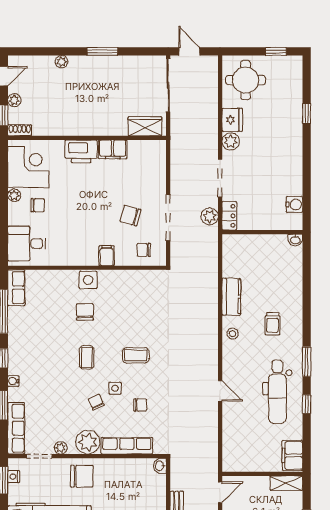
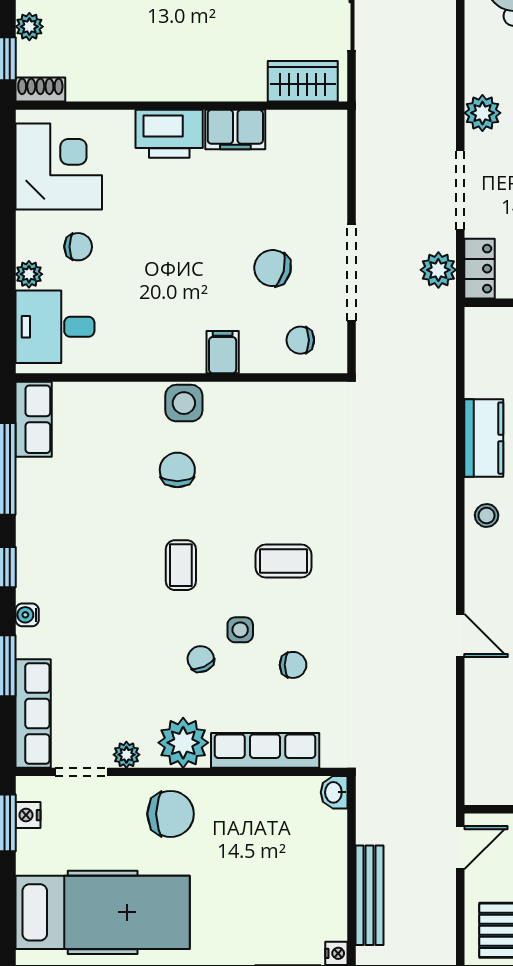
fridge: (232, 120) -> (485, 68), removed
plant: (14, 195) -> (29, 274), moved

